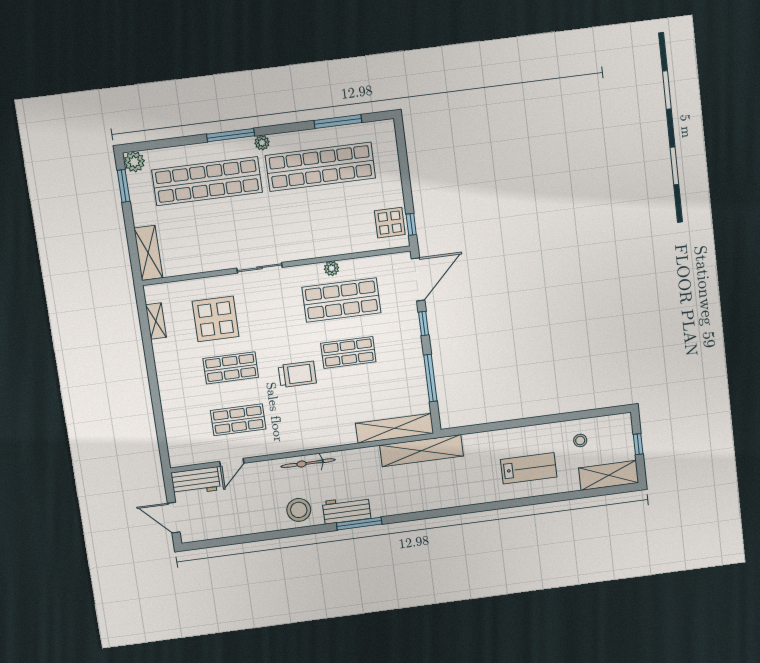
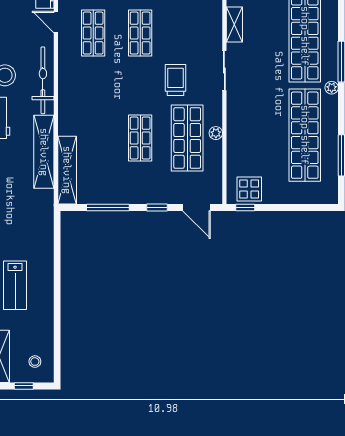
shelving: (206, 263) -> (234, 24), added
door: (418, 279) -> (196, 207), width x0.73
display table: (216, 319) -> (185, 26), removed
trolley: (297, 374) -> (176, 80), moved, turned 180
stool: (580, 440) -> (35, 362), moved
shelving: (422, 451) -> (44, 152), moved
bicycle: (308, 463) -> (43, 80), width x1.37, depth x1.40

